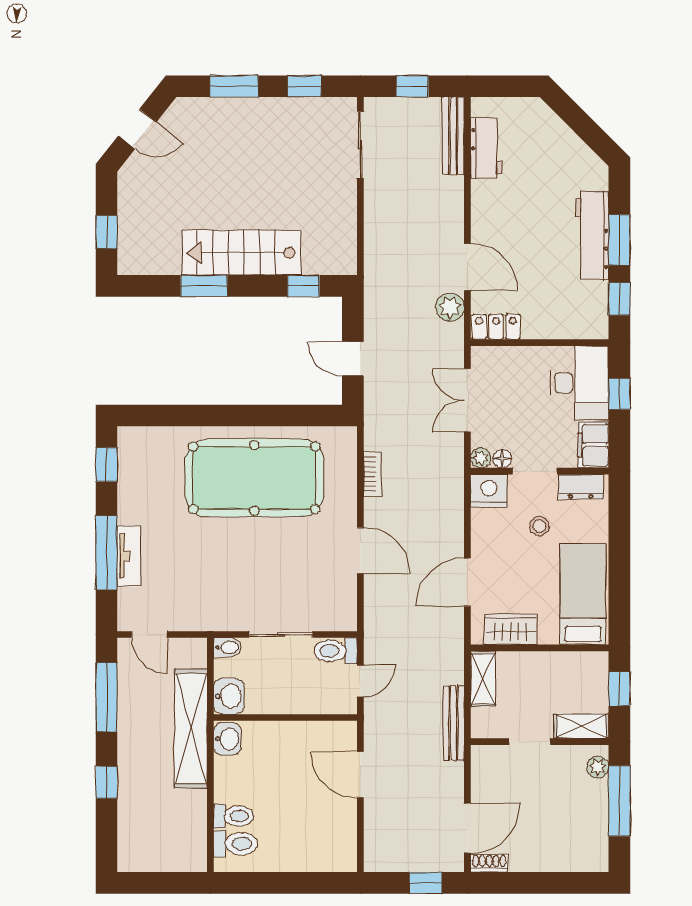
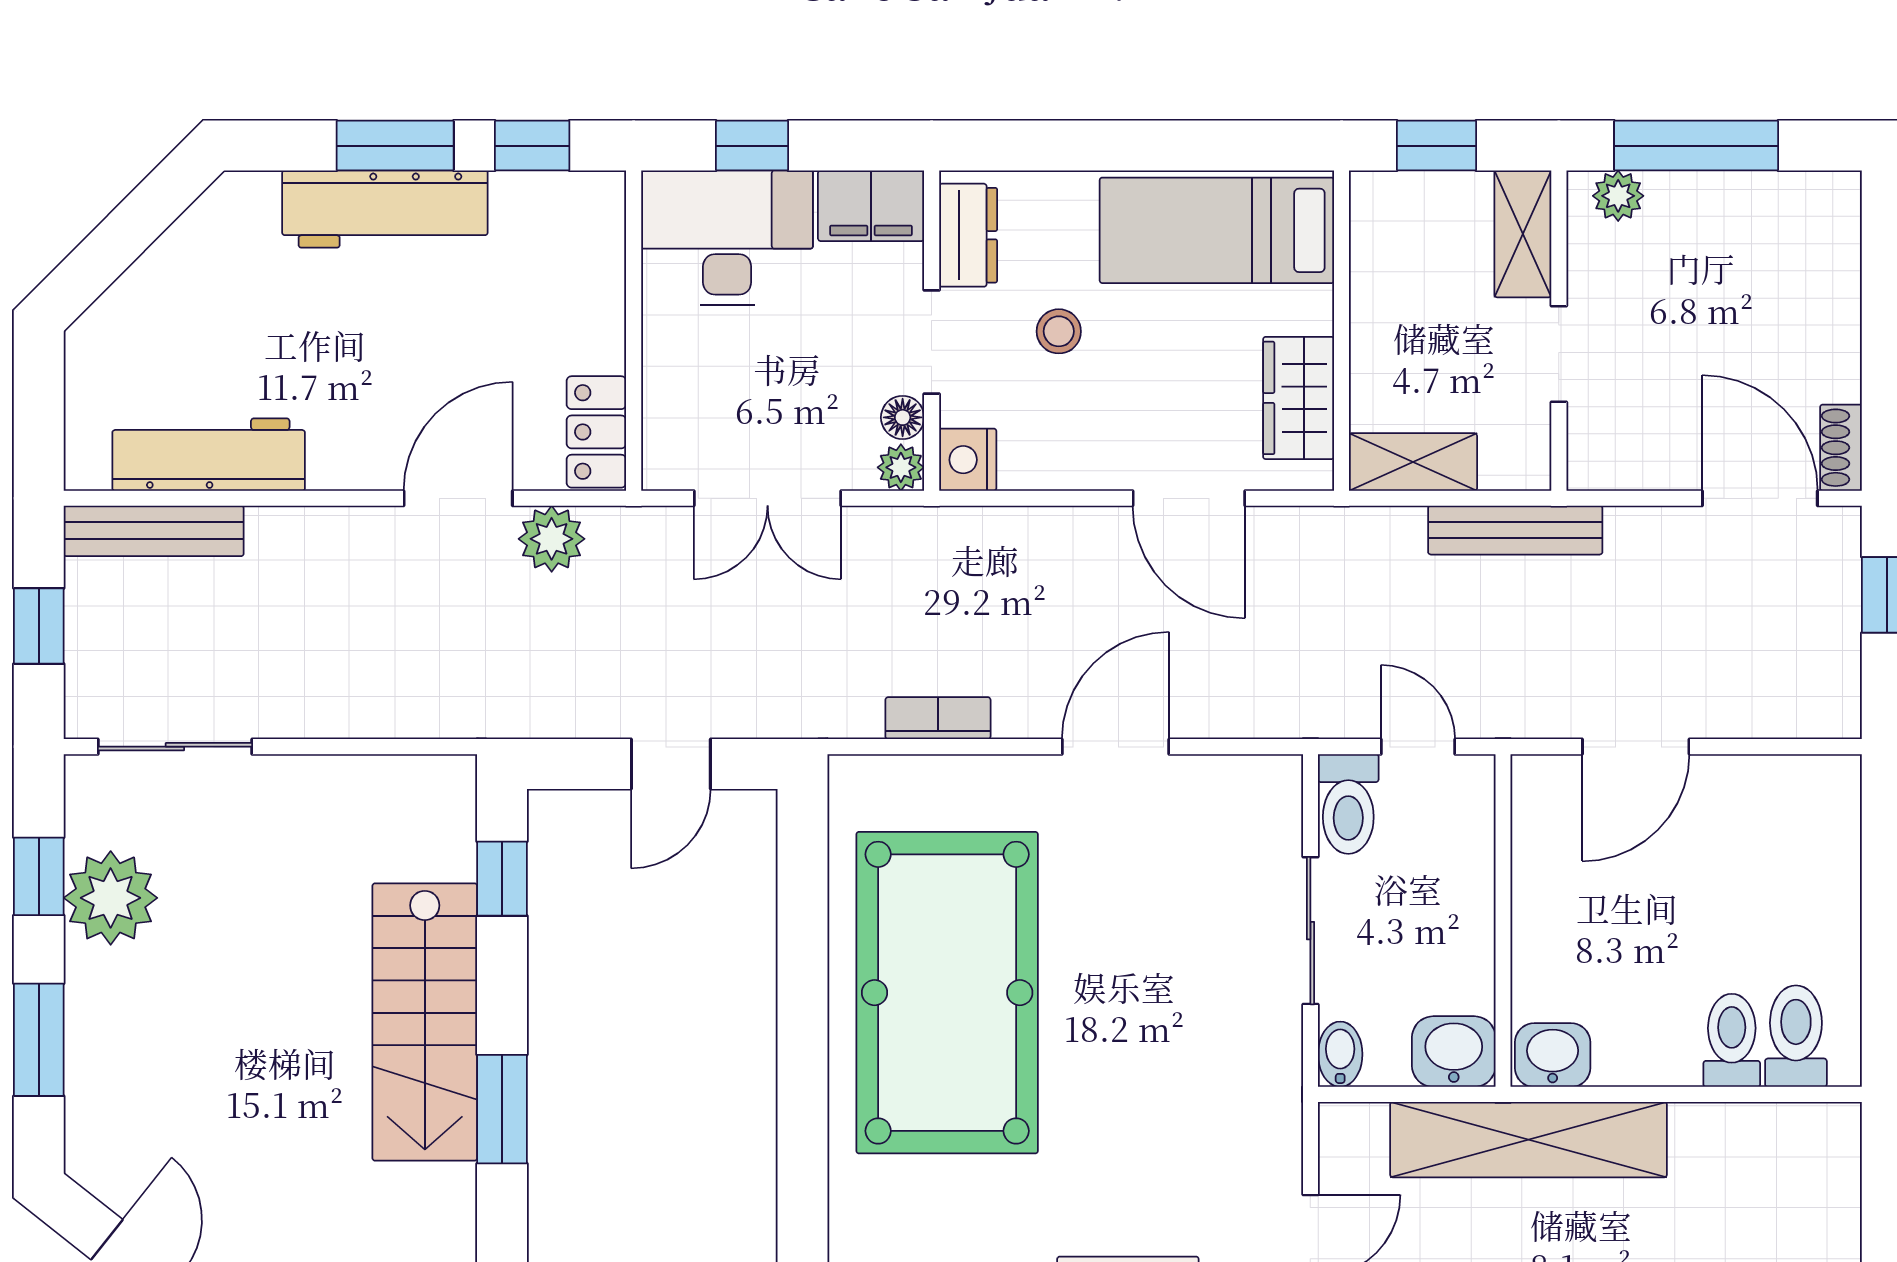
plant: (295, 117) -> (111, 898), added
workbench: (486, 148) -> (209, 455), width x1.38
nightstand: (489, 491) -> (968, 460), width x0.74, depth x0.75

